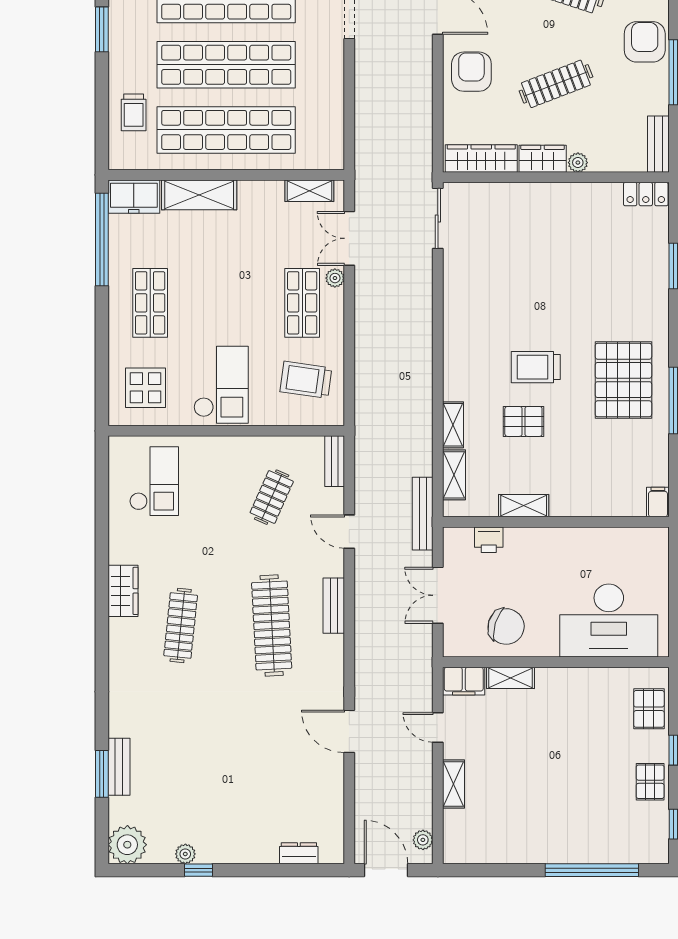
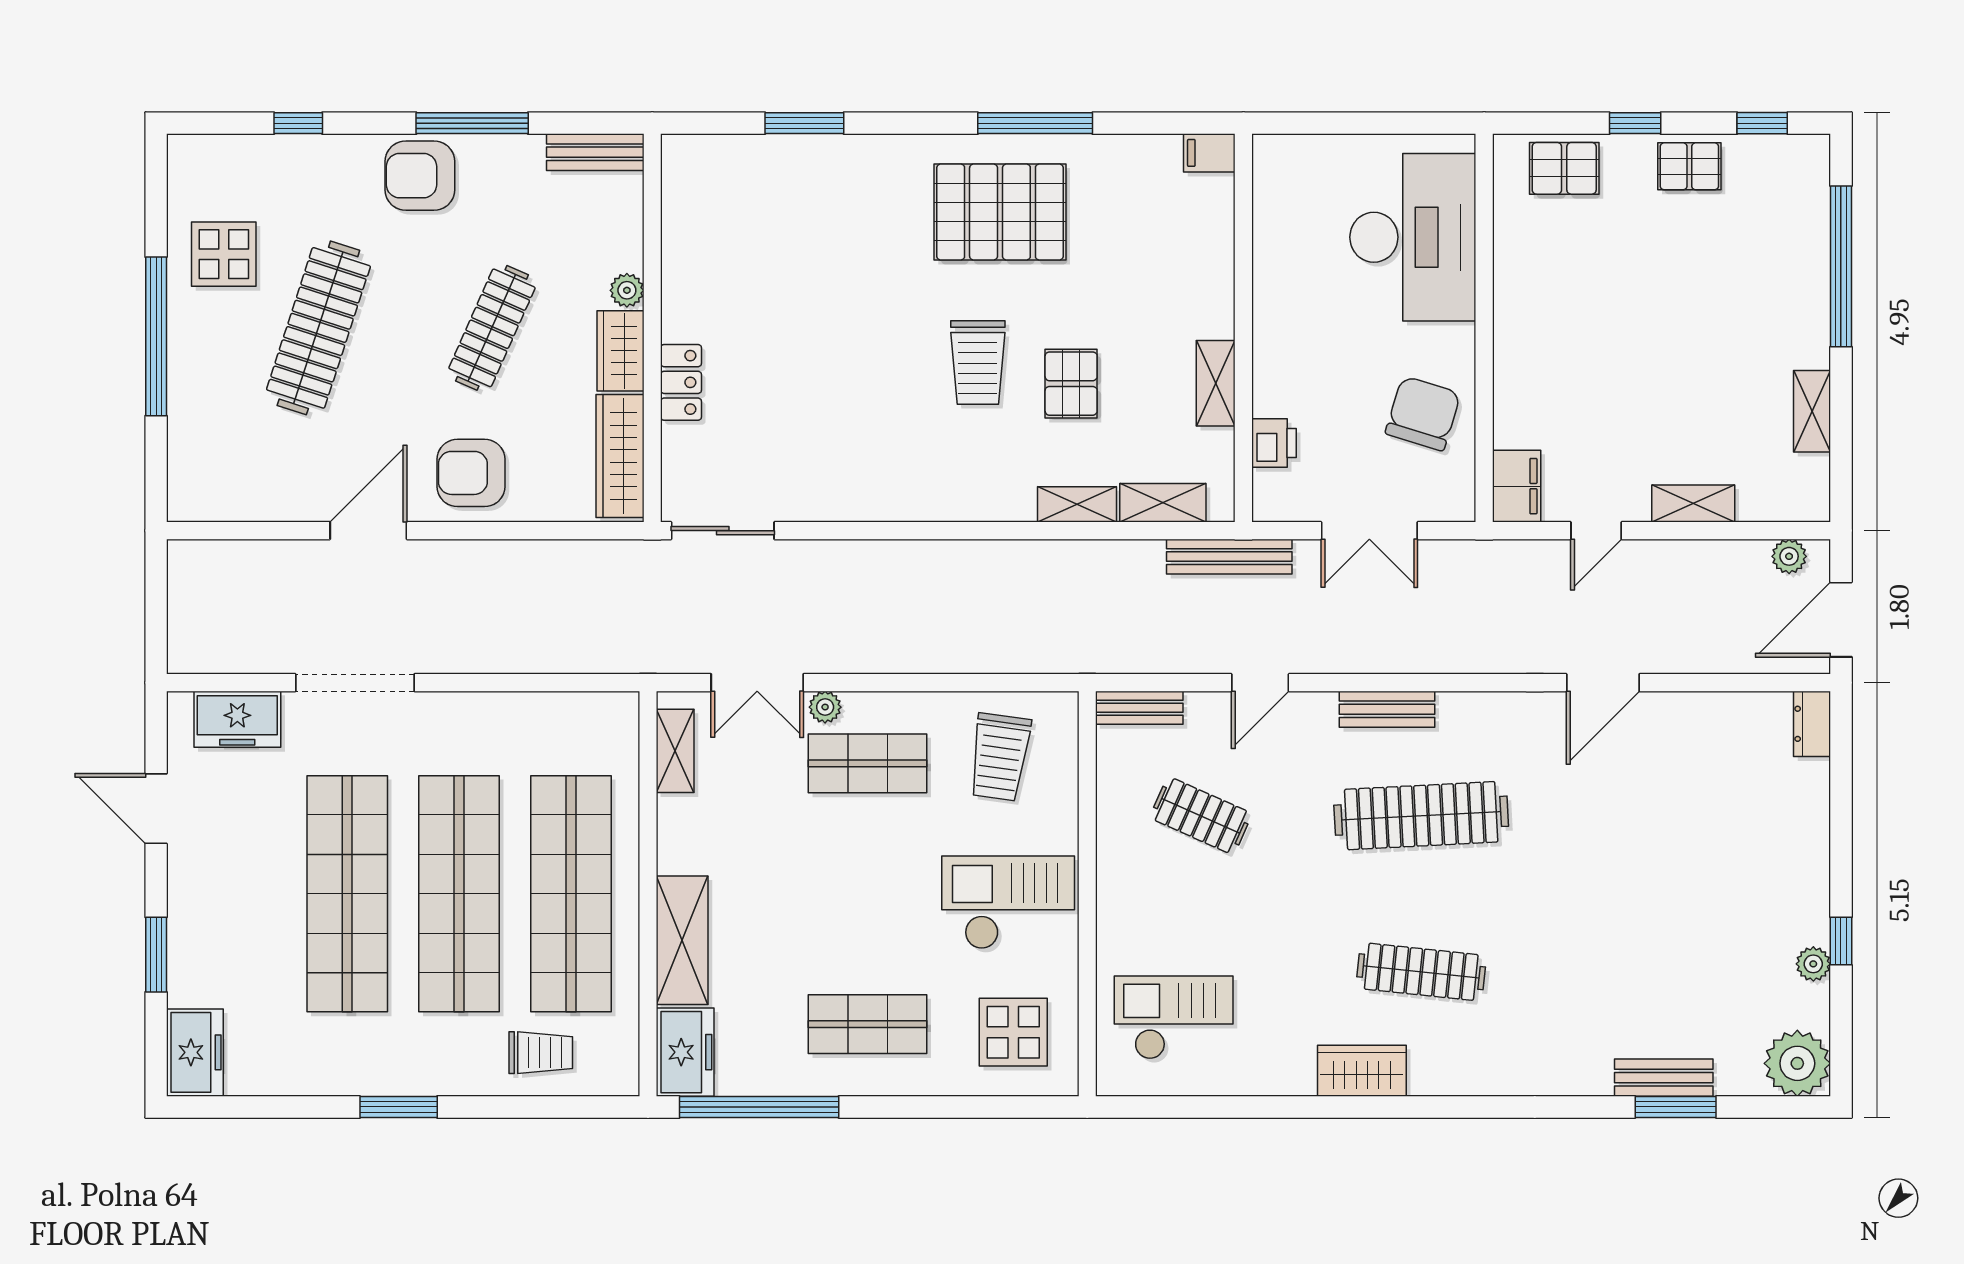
clothes rail: (556, 84) -> (492, 328), turned 45
locker: (646, 194) -> (681, 382), moved
shelving: (511, 678) -> (1812, 411), moved
dresser: (299, 853) -> (1812, 724), moved

